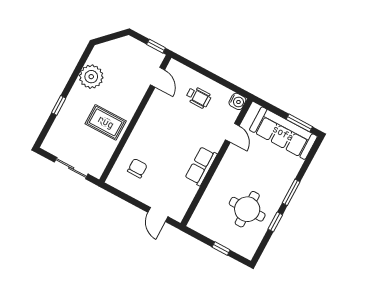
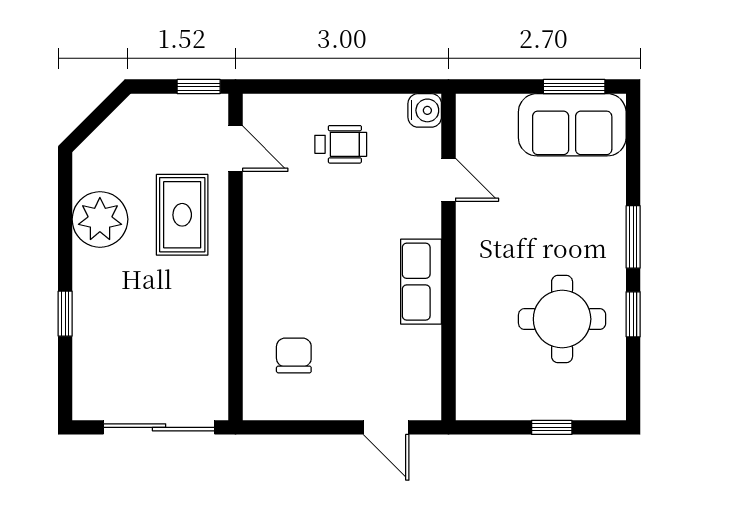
rug: (106, 122) -> (182, 215), moved, turned 90
sofa: (283, 133) -> (572, 125), width x0.73
sliding door: (71, 168) -> (159, 427), width x1.37

